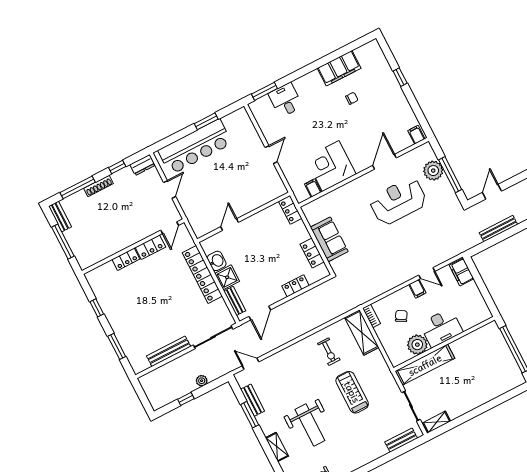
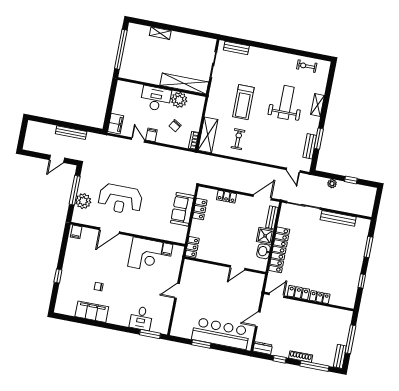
shelving: (437, 422) -> (160, 33), moved

